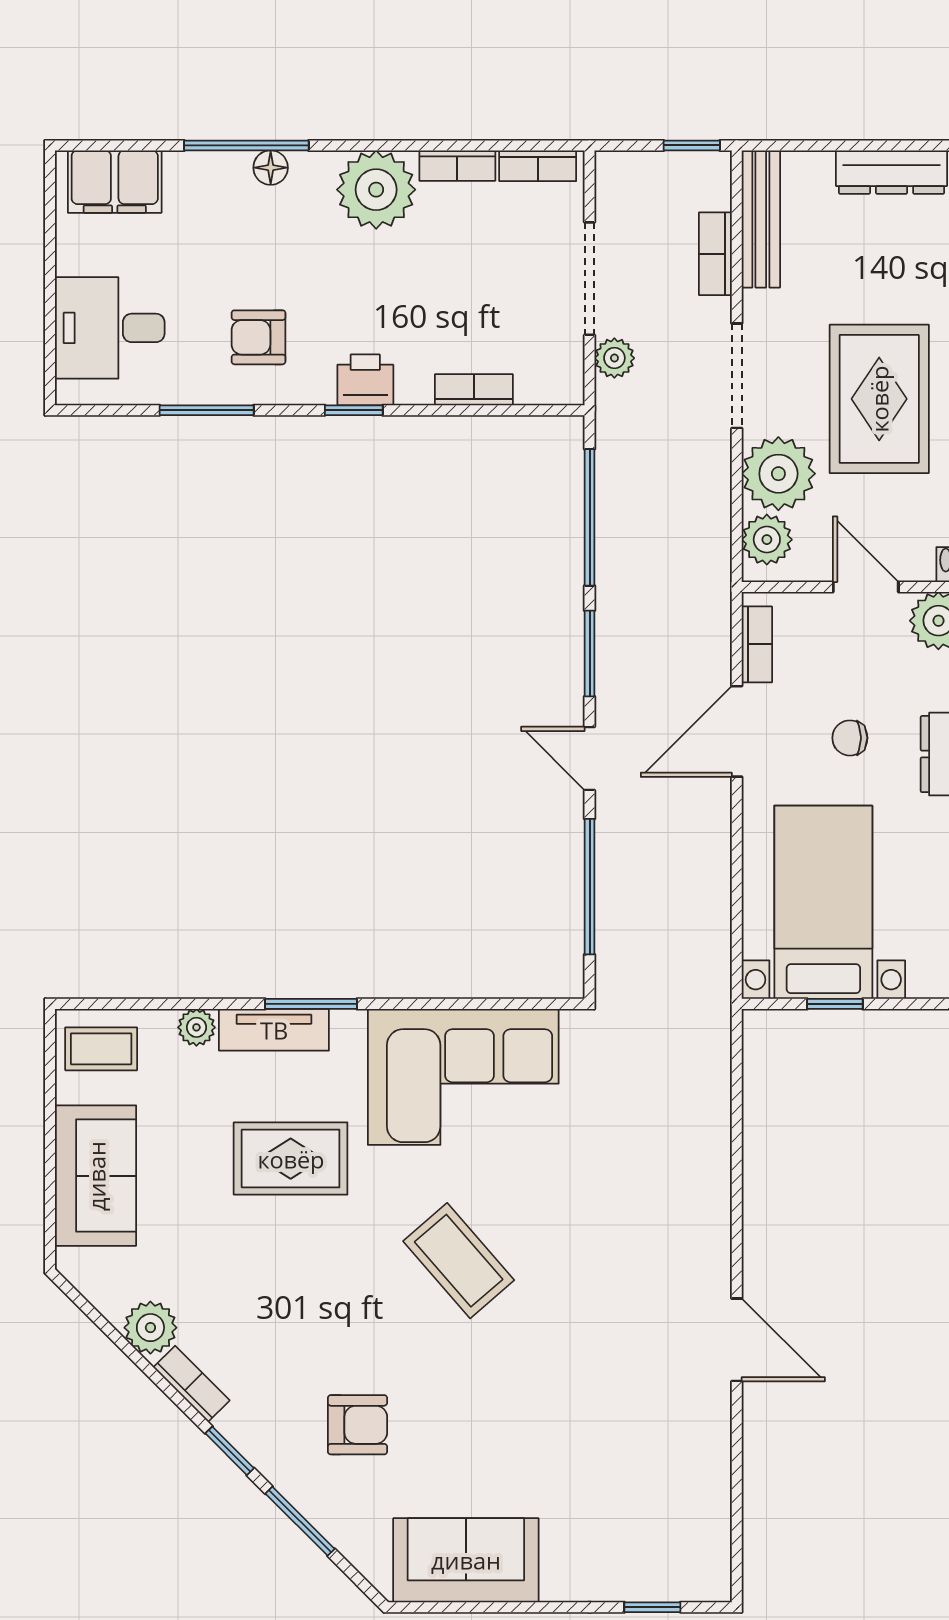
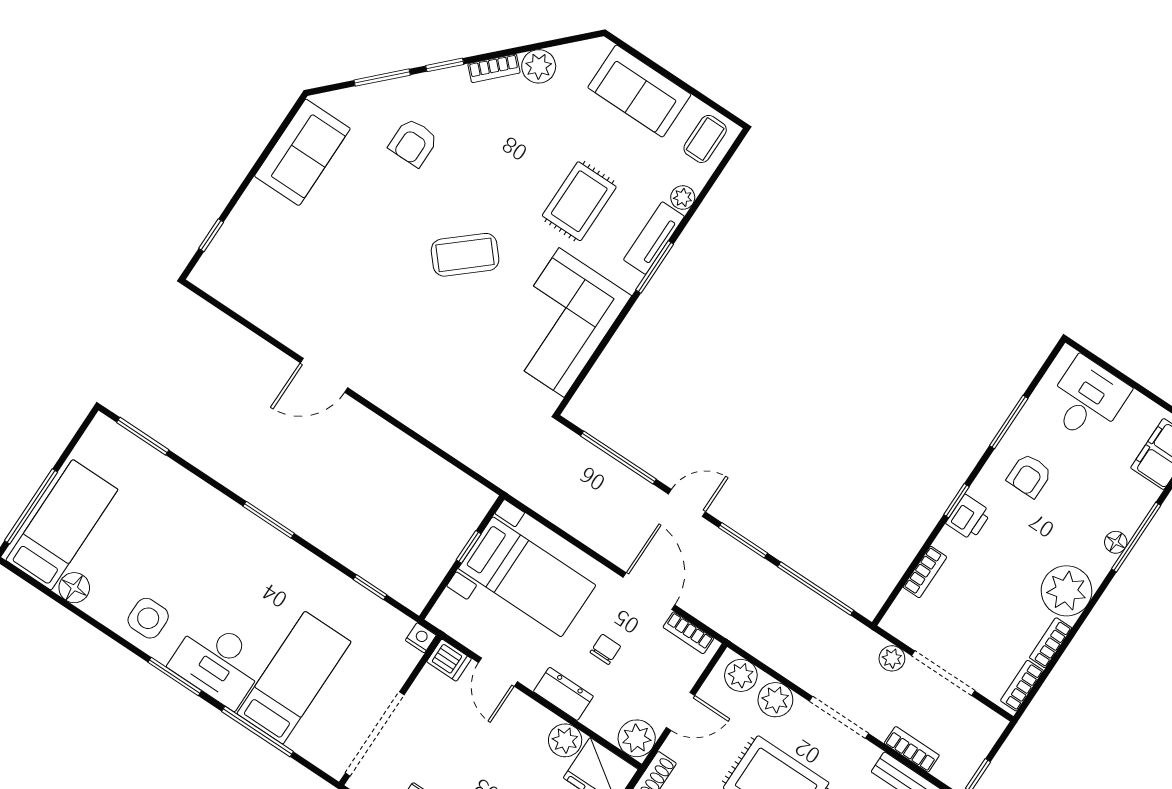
armchair: (258, 337) -> (1029, 476), turned 180
plant: (778, 474) -> (775, 700), width x0.73, depth x0.73

